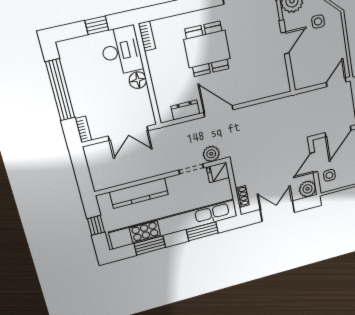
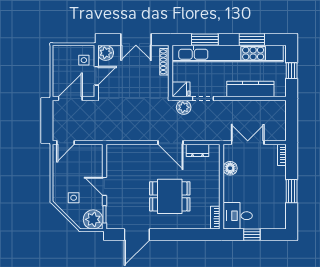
door: (285, 43) -> (104, 186), hinge flipped
dining table: (207, 49) -> (170, 196), turned 90
desk: (121, 51) -> (238, 216), width x0.73
floor lamp: (138, 80) -> (230, 168), moved
window: (60, 90) -> (292, 191), width x0.47
shoe rack: (242, 197) -> (164, 62), width x1.43

